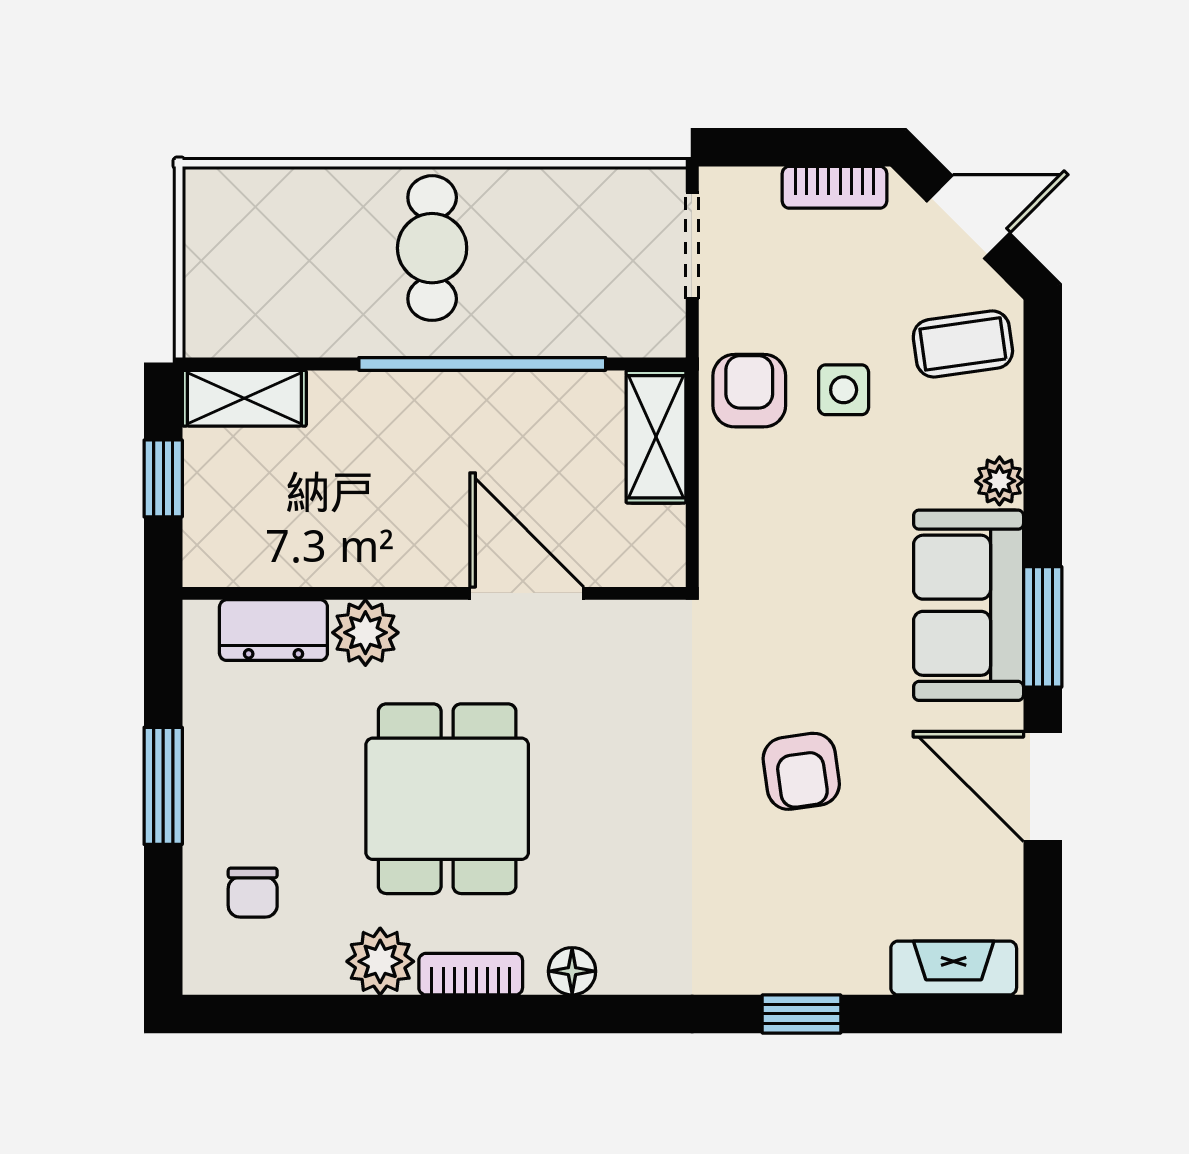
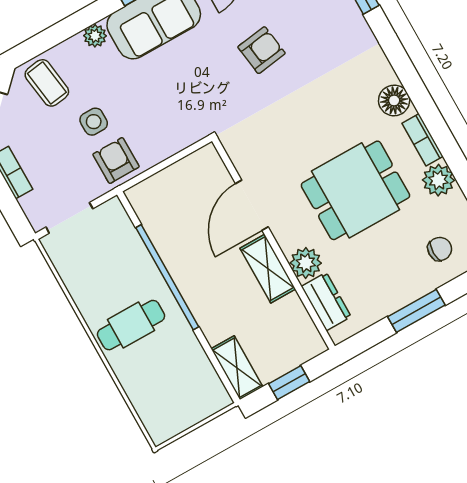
armchair: (749, 391) -> (116, 160), turned 90
shelving: (656, 437) -> (268, 269), moved, turned 90
floor lamp: (572, 971) -> (394, 100), width x1.37, depth x1.37

